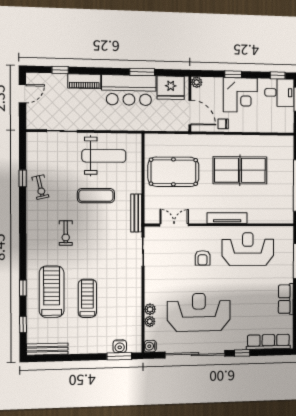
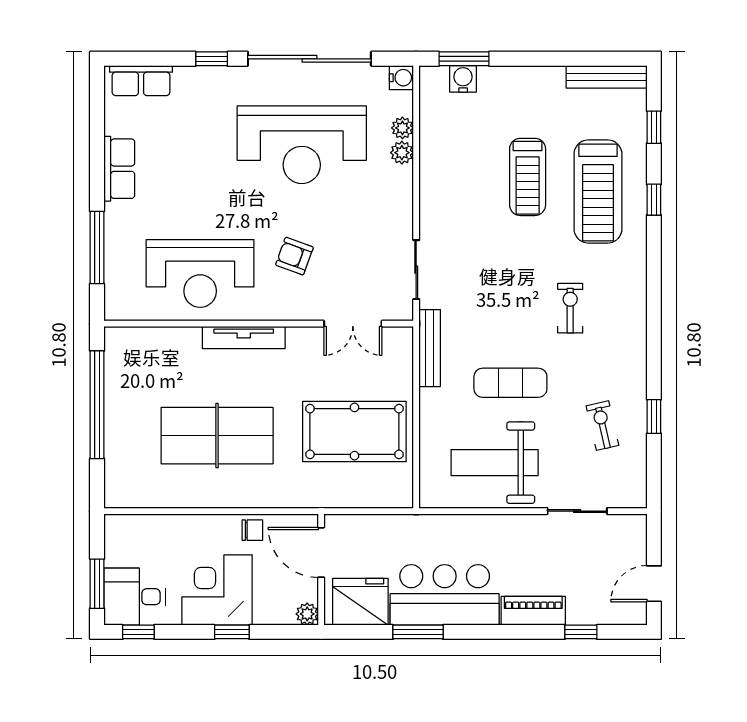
exercise bike: (40, 187) -> (602, 426), moved
armchair: (203, 258) -> (294, 256), turned -70
row of seats: (268, 342) -> (141, 81), width x0.68

